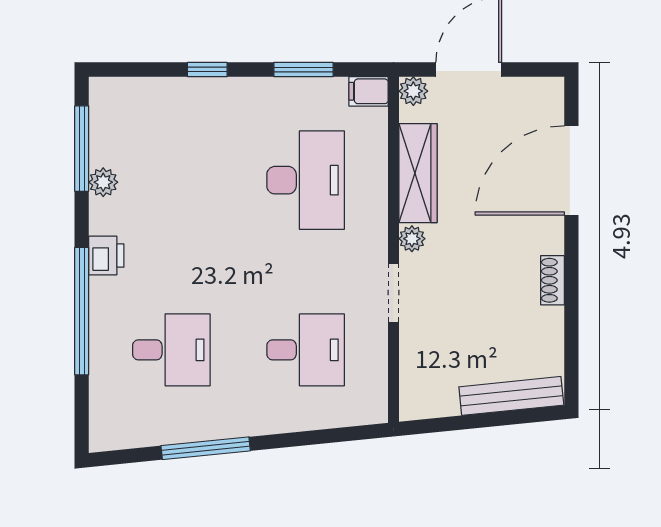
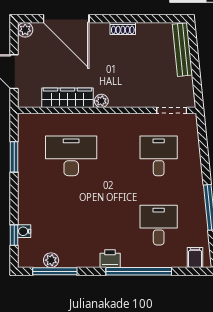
window: (207, 69) -> (14, 235), moved
water cooler: (159, 89) -> (24, 231), added
filing cabinet: (368, 91) -> (195, 257), moved, turned 180
plant: (413, 91) -> (25, 30), moved
plant: (103, 182) -> (51, 260), moved
doorway: (393, 293) -> (172, 110), moved

